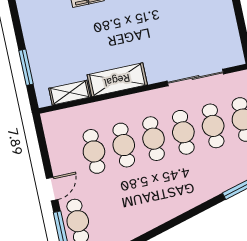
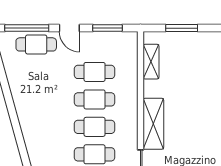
shelving: (117, 80) -> (153, 124), moved
window: (43, 148) -> (107, 28), added

